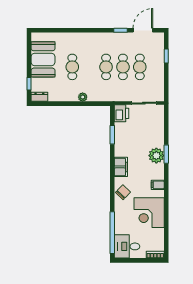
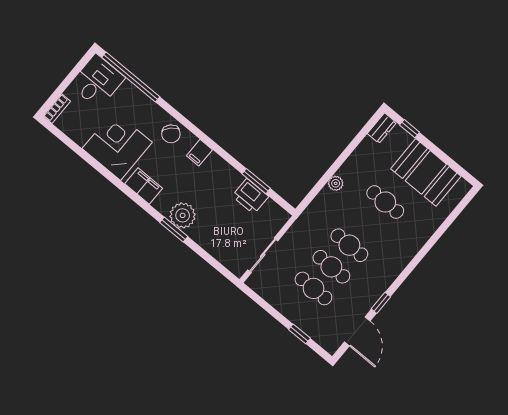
printer: (121, 113) -> (250, 196), moved
filing cabinet: (121, 167) -> (199, 153), width x0.50
filing cabinet: (158, 185) -> (144, 186), width x2.00

